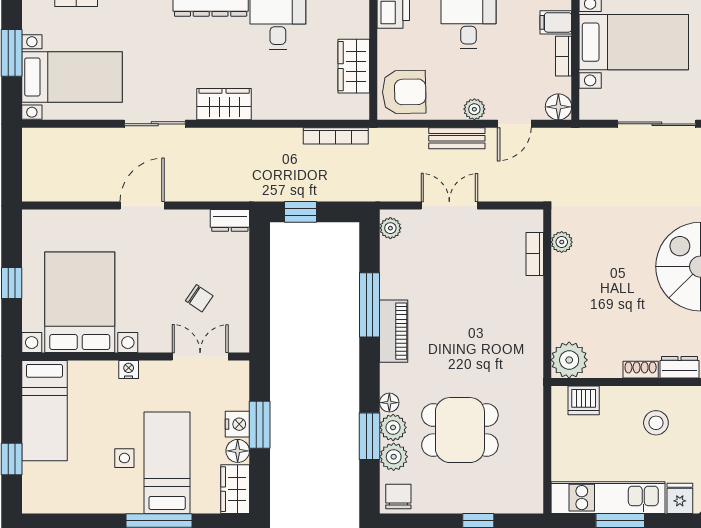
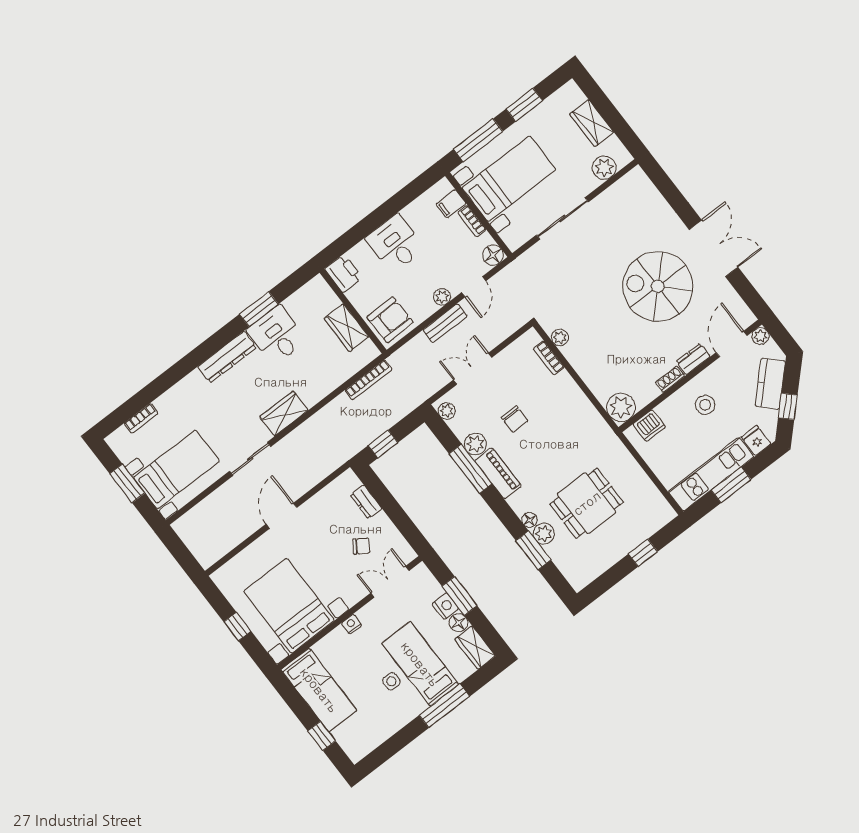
dresser: (230, 220) -> (366, 502), moved, turned 90
plant: (394, 457) -> (475, 444), moved
chair: (398, 497) -> (515, 419), moved, turned 180

